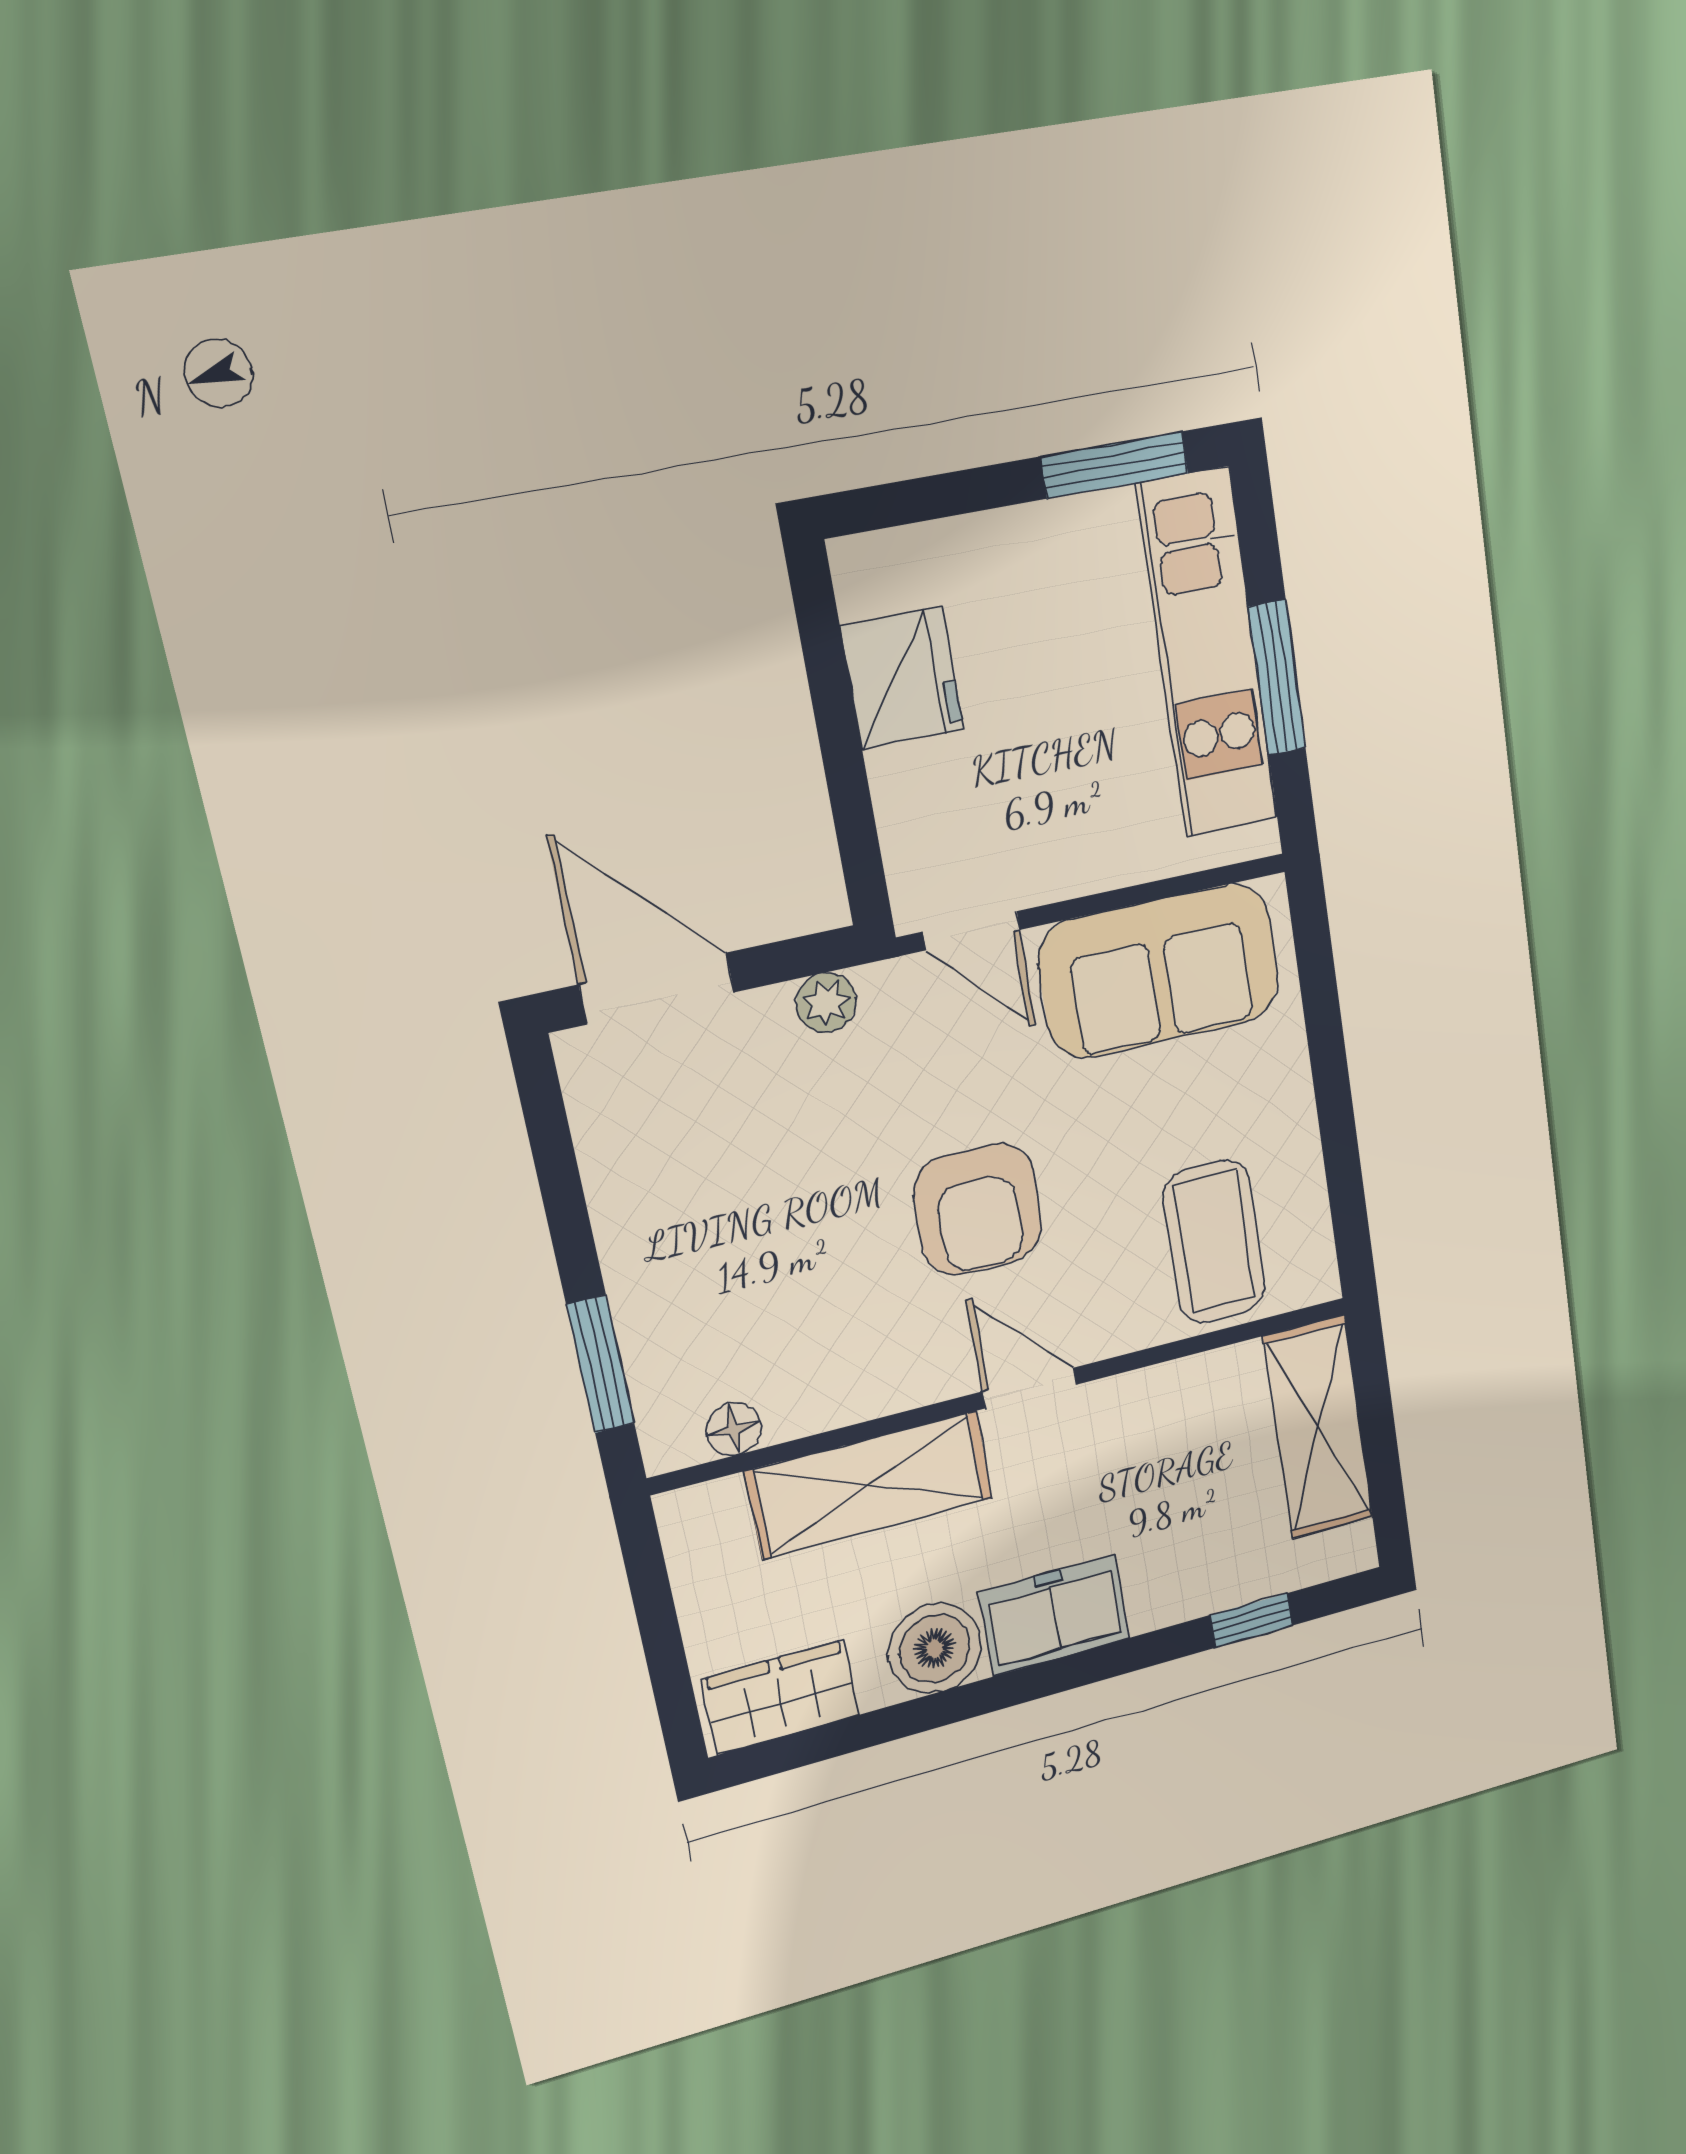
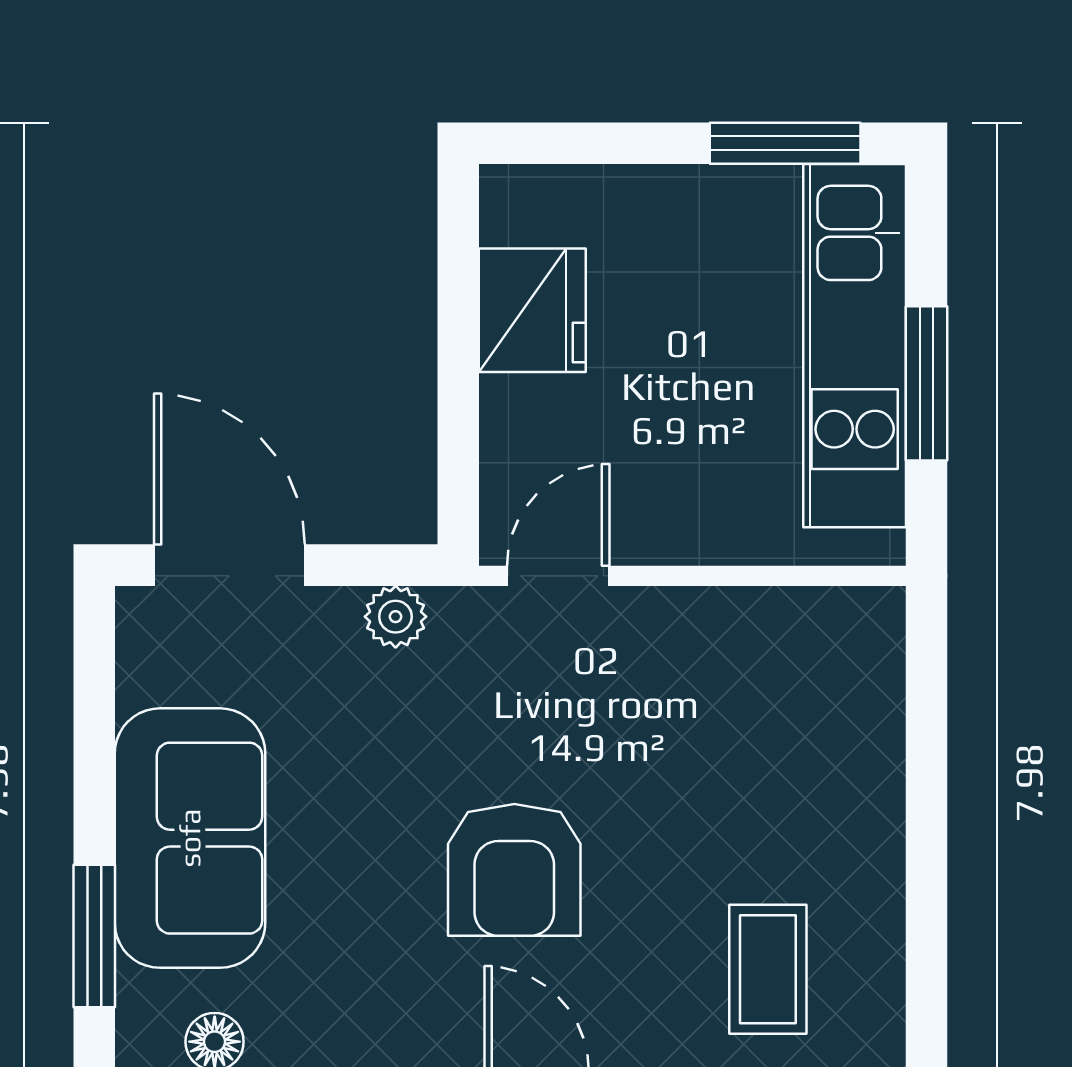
door: (971, 931) -> (558, 576), swing flipped
sofa: (1159, 971) -> (190, 838), moved, turned -90
coffee table: (1214, 1242) -> (768, 969), width x0.73, depth x0.77

